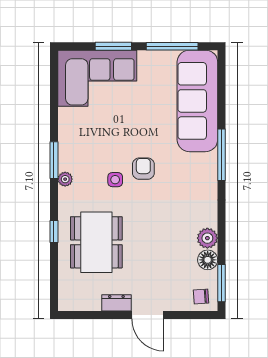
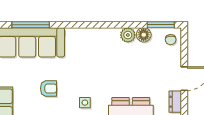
window: (221, 155) -> (31, 25), moved
armchair: (143, 169) -> (48, 88), moved, turned 180

